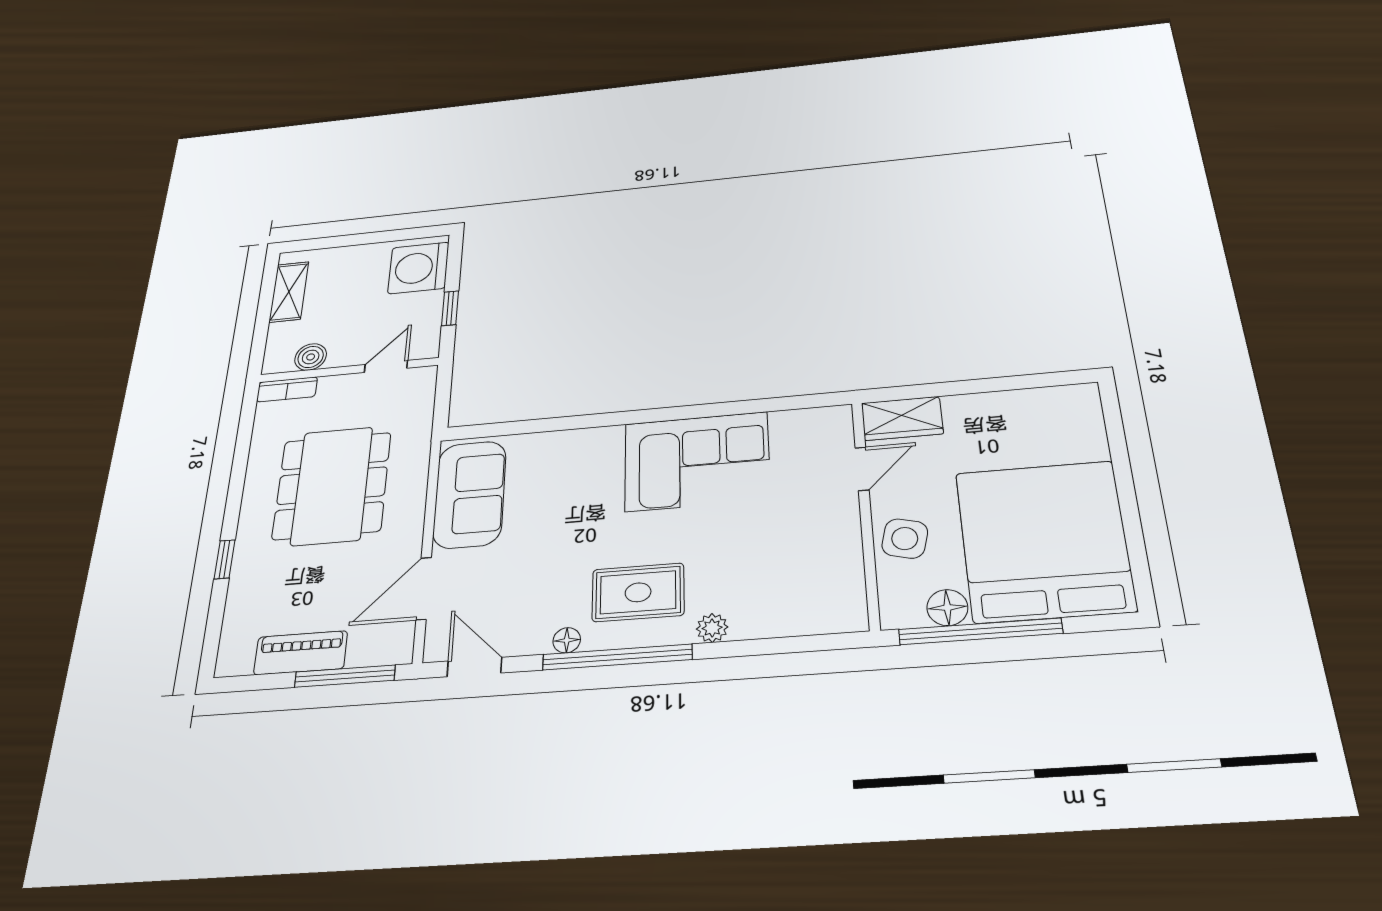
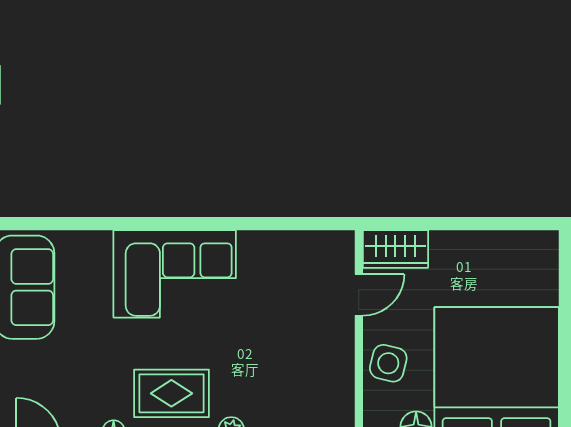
corner sofa: (697, 461) -> (175, 274), moved

